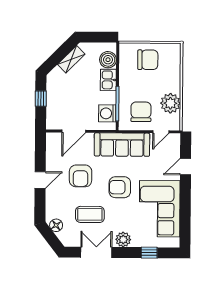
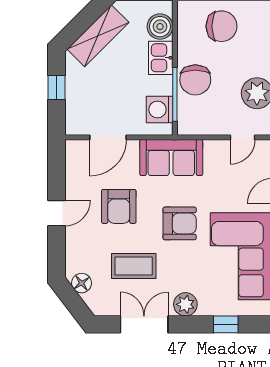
shelving: (71, 59) -> (98, 36), width x1.50, depth x1.33
chair: (141, 112) -> (195, 80), moved, turned 180
sofa: (122, 145) -> (171, 158), width x0.73
armchair: (120, 187) -> (180, 223), turned 180

